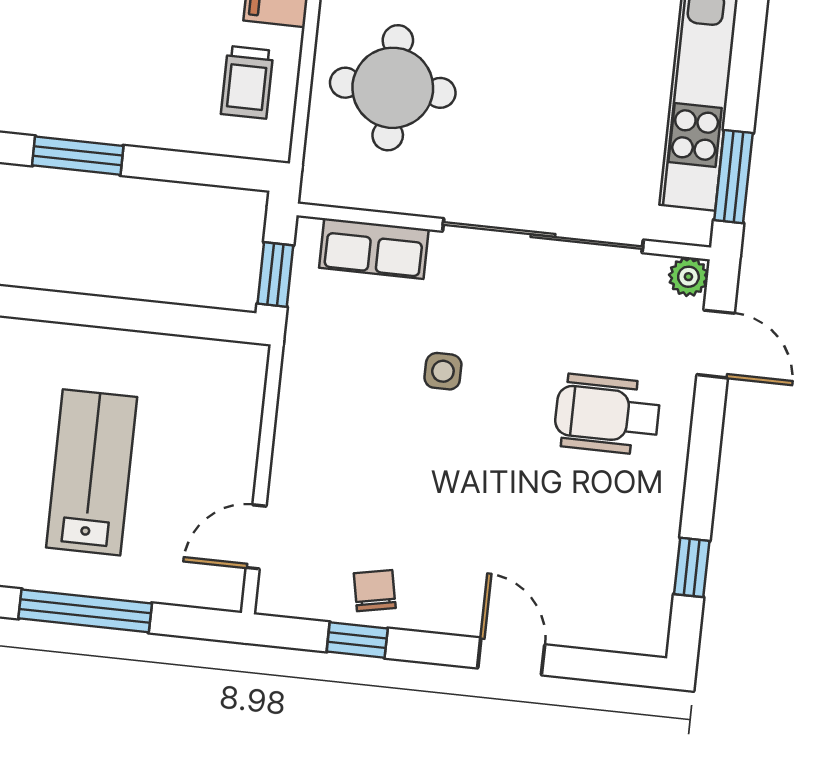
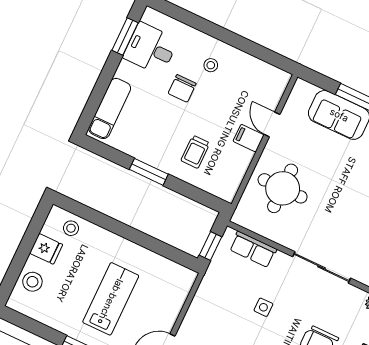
trolley: (247, 82) -> (195, 152), moved
sliding door: (543, 236) -> (322, 267), width x0.73

